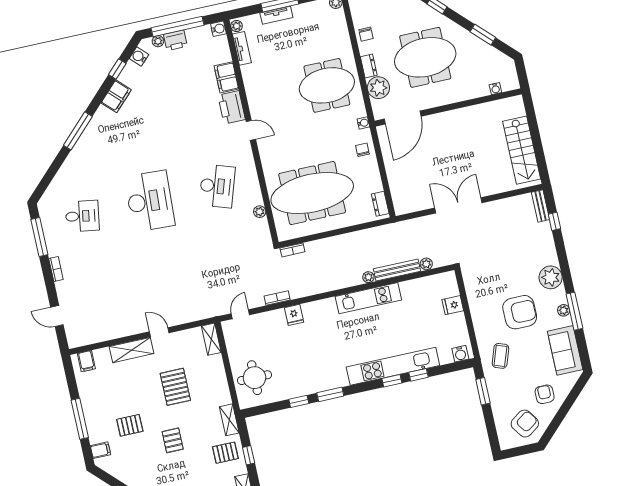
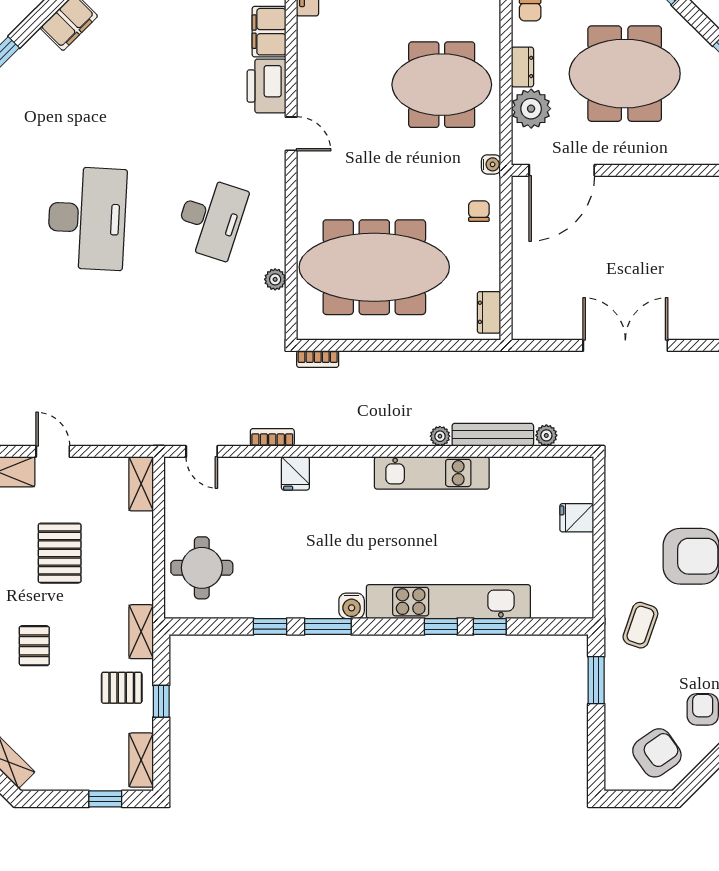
door: (240, 314) -> (202, 451), swing flipped
water cooler: (460, 354) -> (352, 606), moved

